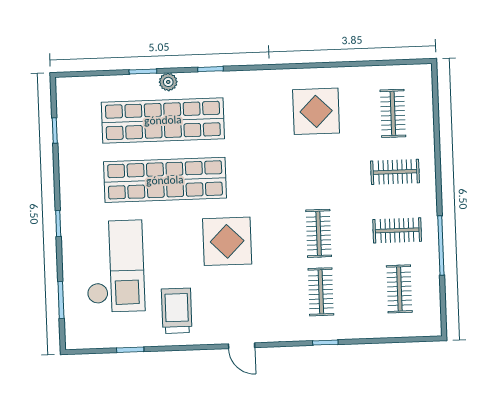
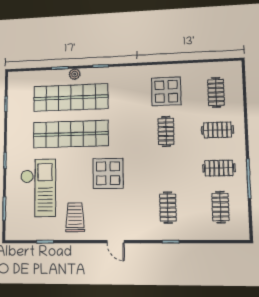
clothes rail: (319, 233) -> (166, 131), moved

